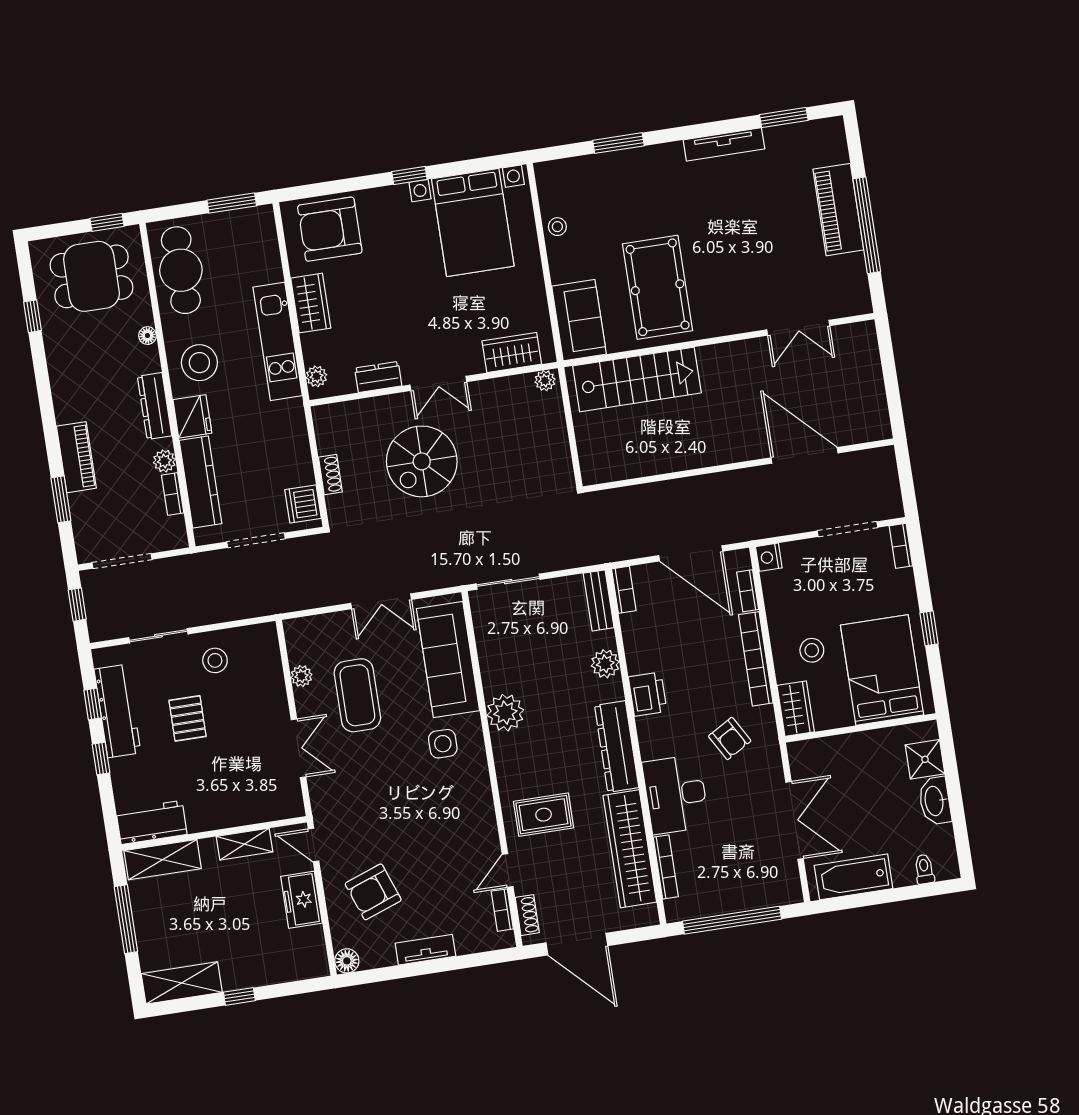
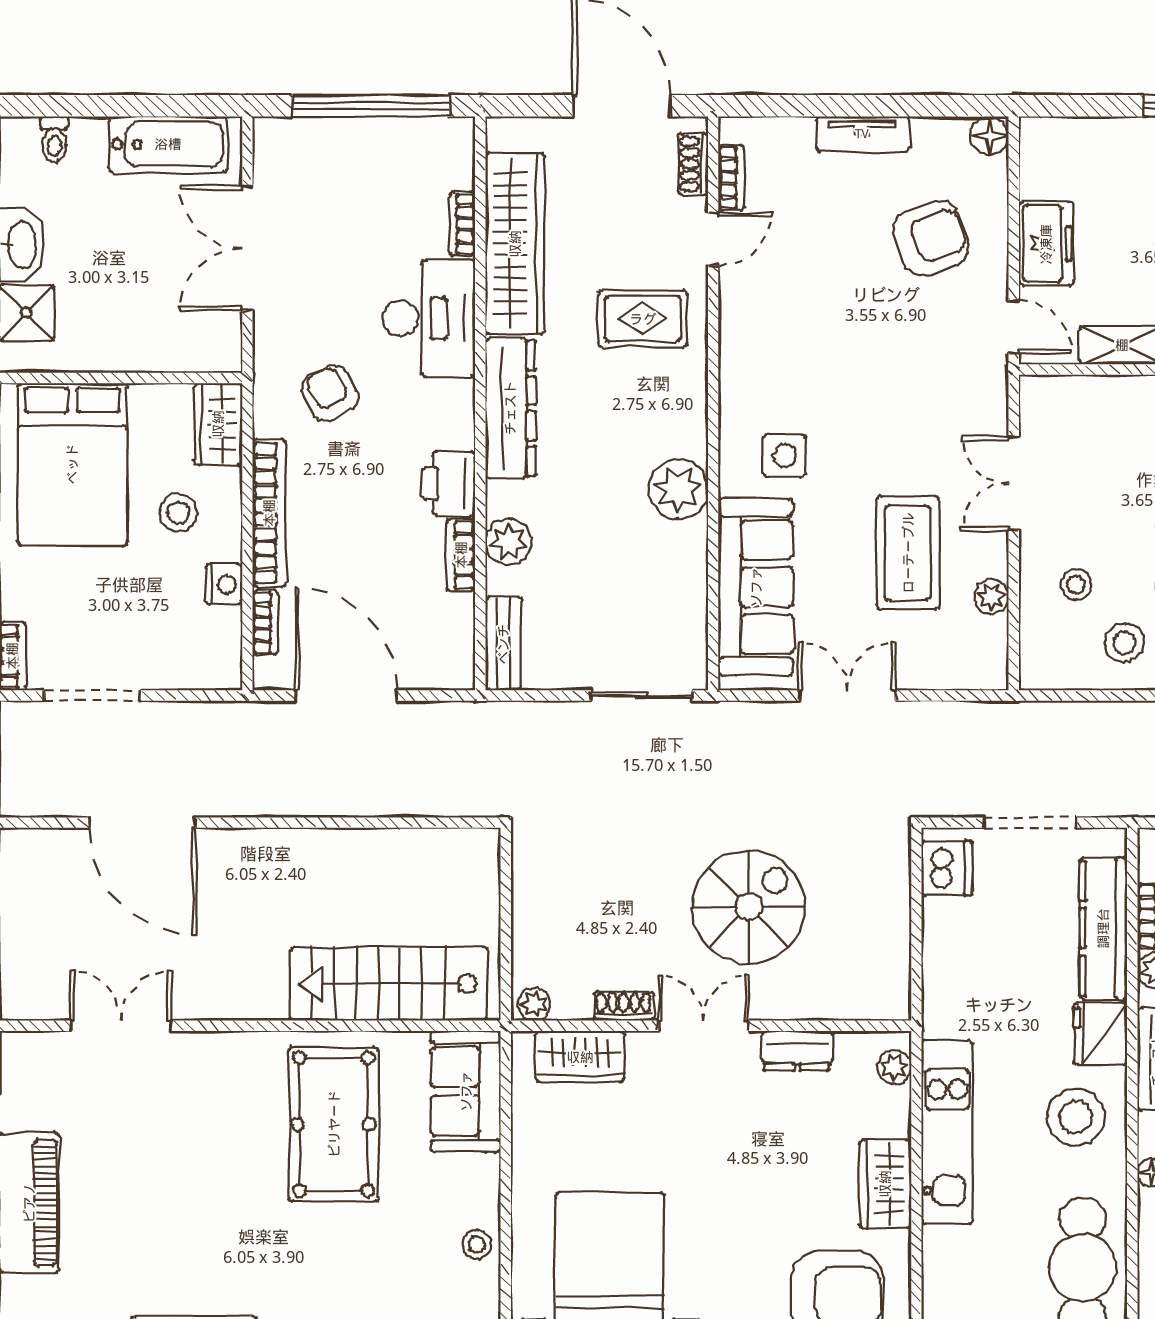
shoe rack: (330, 475) -> (624, 1006), moved, turned 90
nightstand: (769, 557) -> (224, 584), moved
bookcase: (624, 590) -> (461, 555), moved
stool: (250, 692) -> (1076, 584), added
bookcase: (666, 867) -> (462, 224), width x0.64

